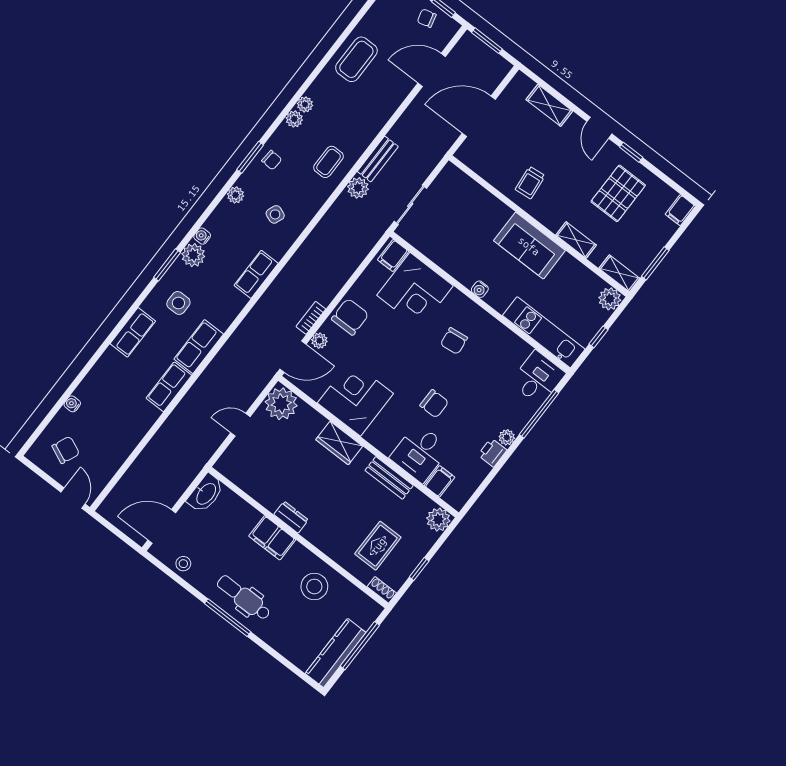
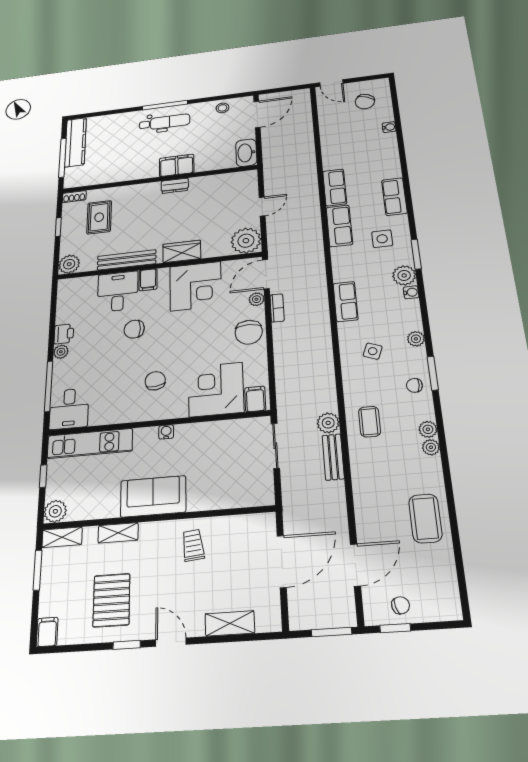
bench: (389, 478) -> (127, 260), width x1.36
filing cabinet: (439, 481) -> (148, 280), moved
stool: (314, 586) -> (123, 163), removed

